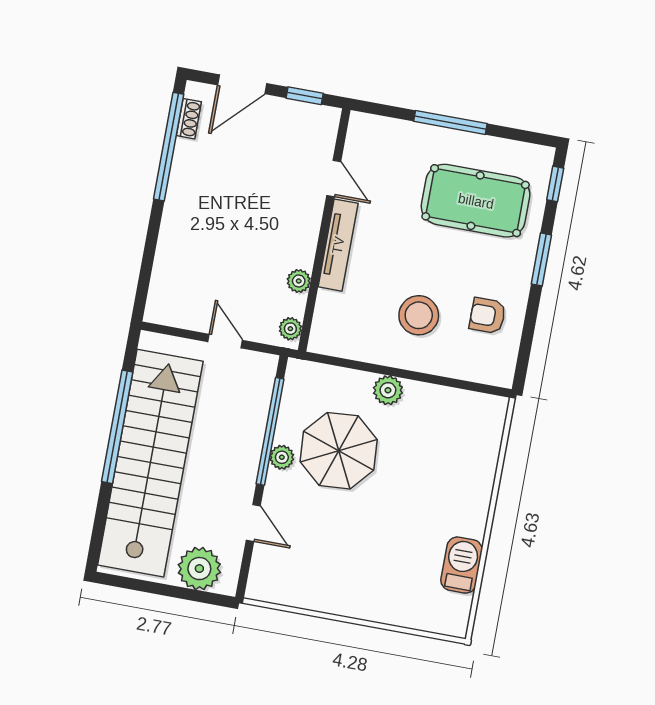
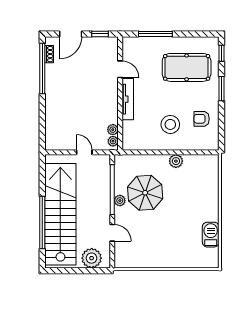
window: (450, 122) -> (155, 34), moved
plant: (299, 281) -> (113, 130), moved
plant: (388, 390) -> (176, 161), moved
window: (117, 427) -> (42, 223), moved

